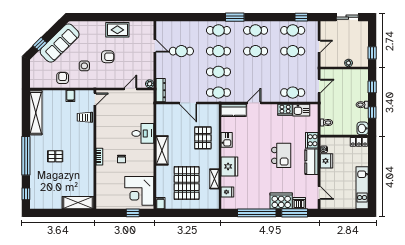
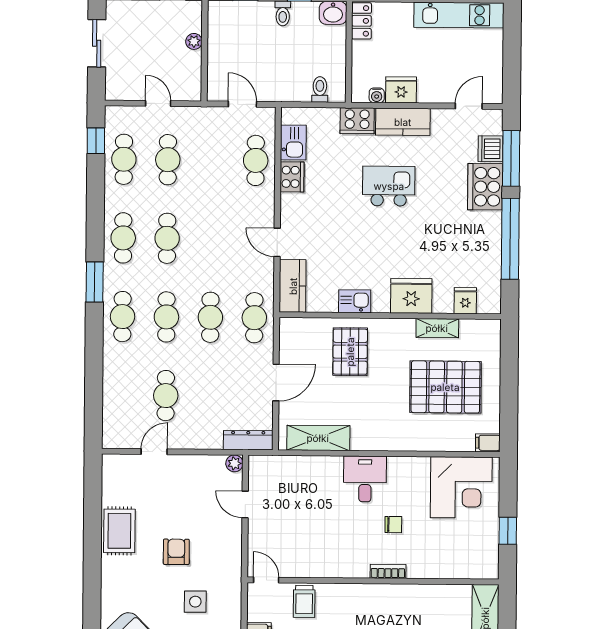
desk: (143, 133) -> (365, 479), moved
pallet: (203, 138) -> (350, 352), turned 90
shelving: (162, 150) -> (318, 438), moved
window: (133, 213) -> (508, 531), moved

